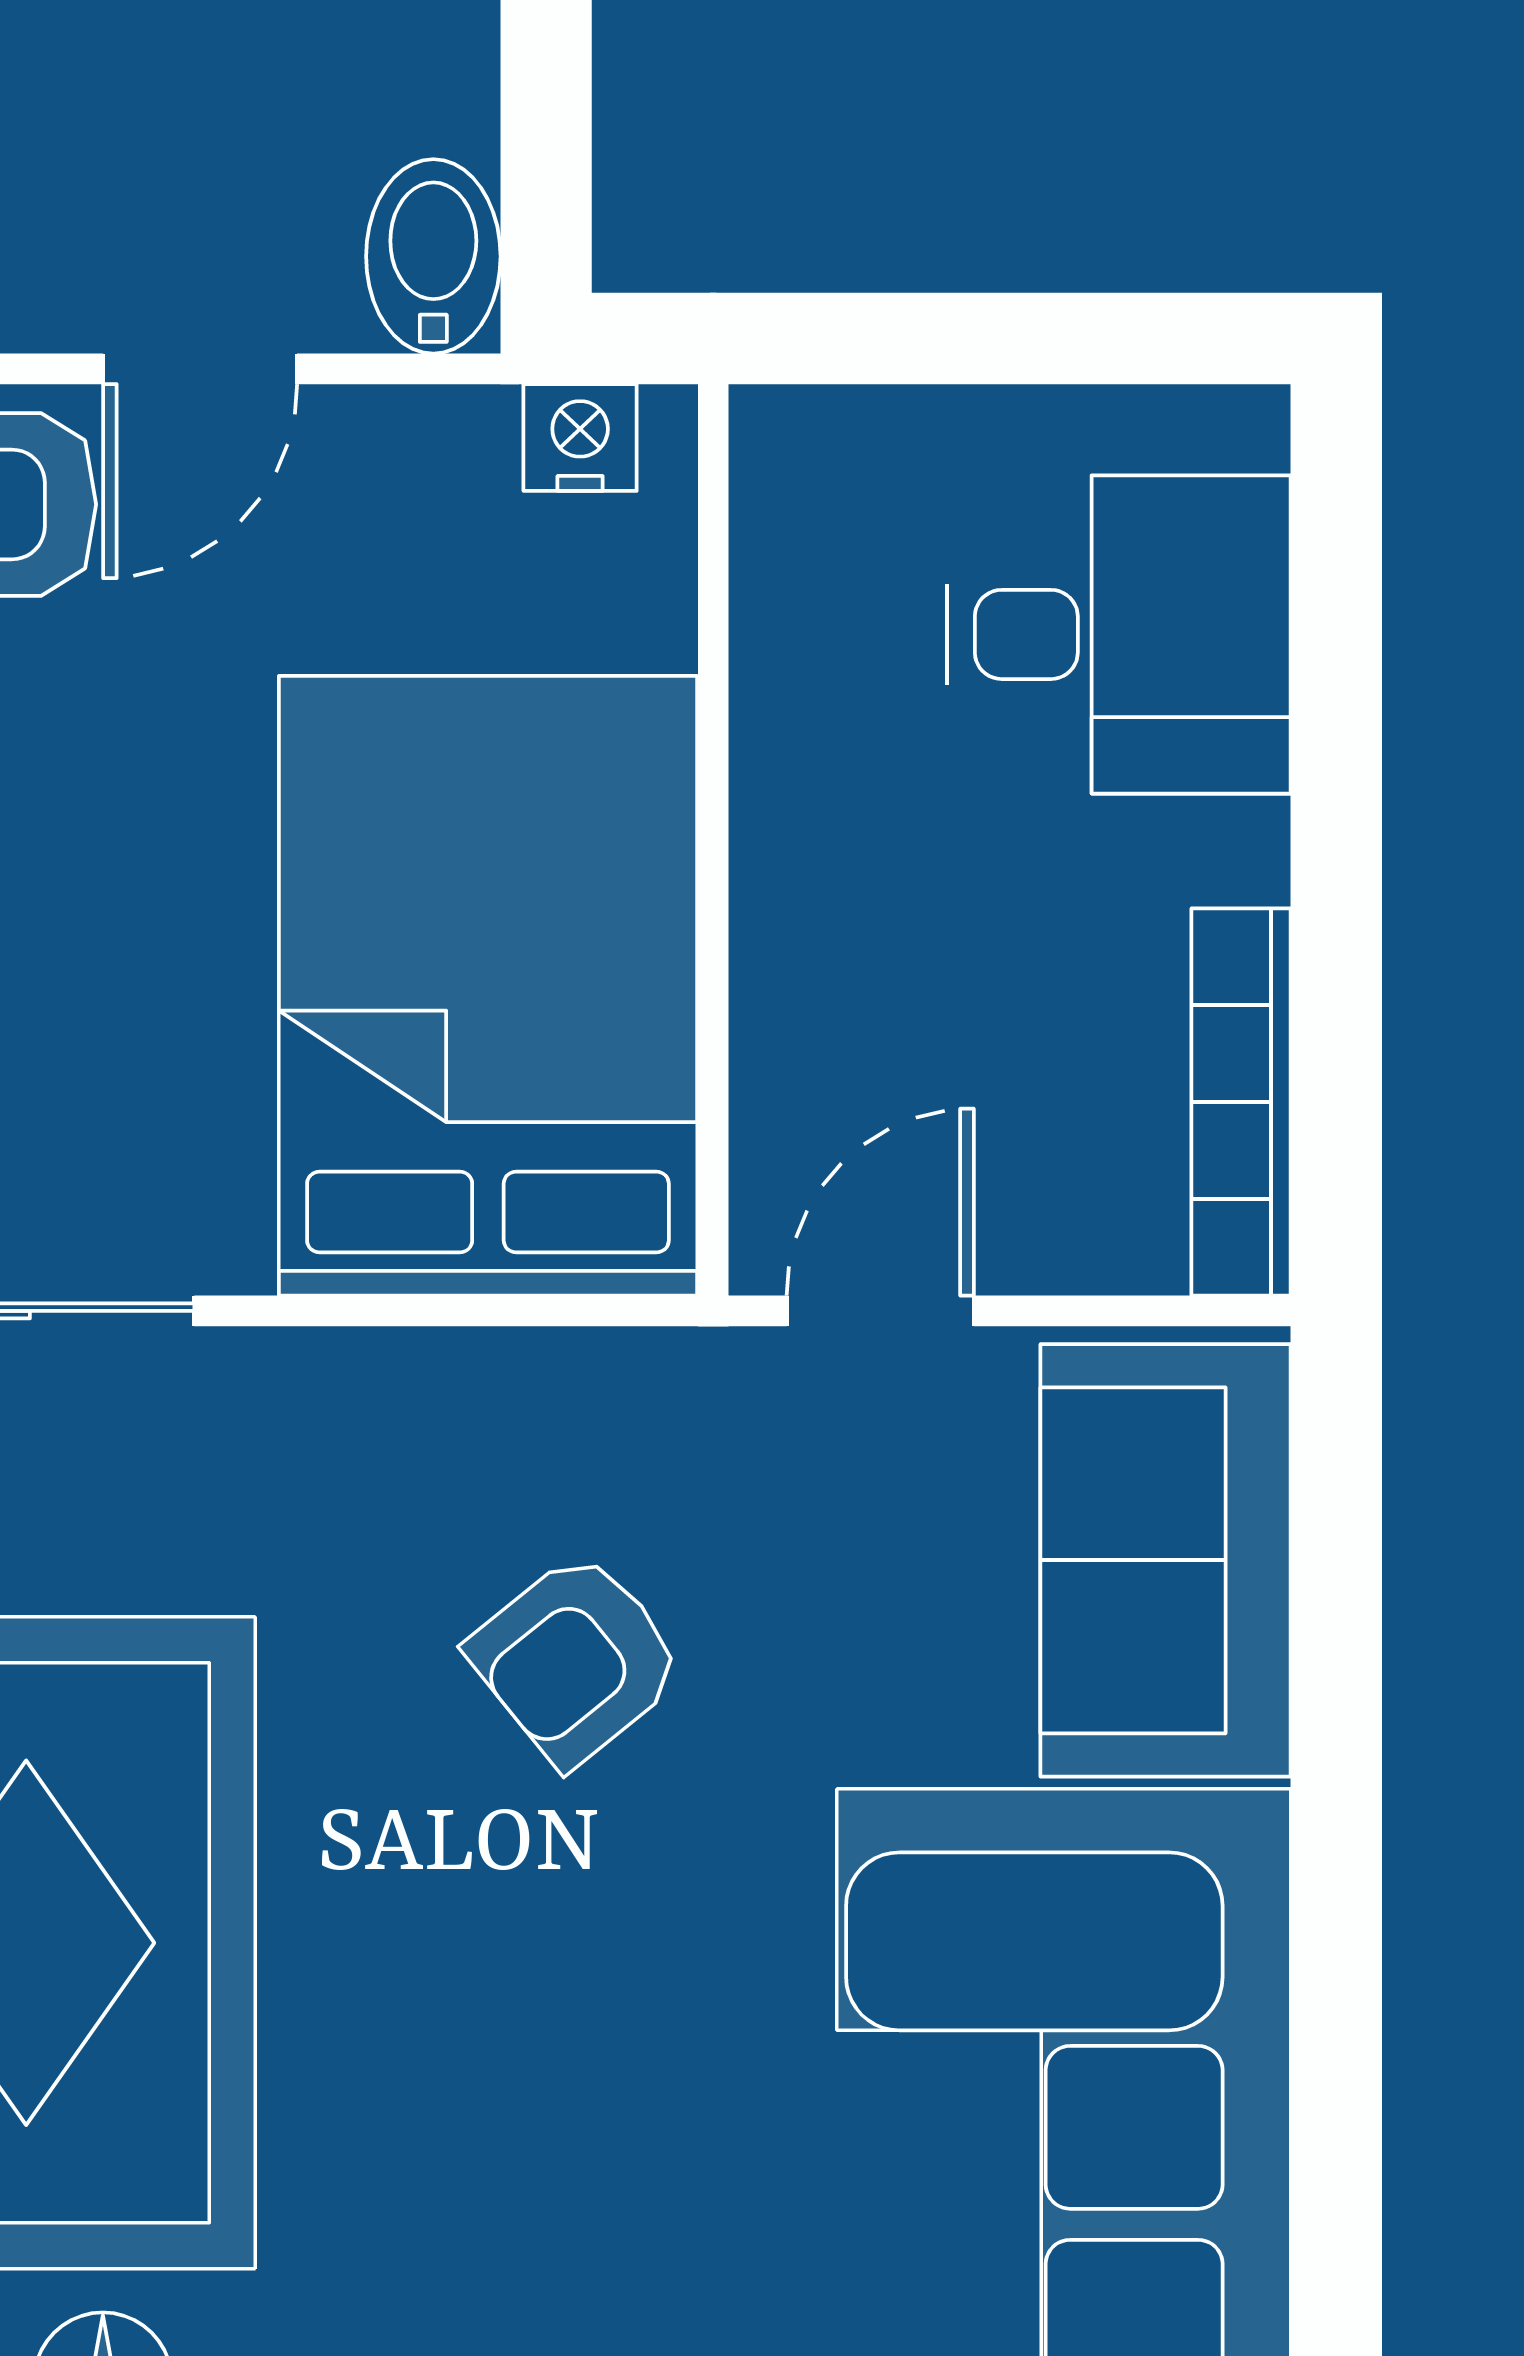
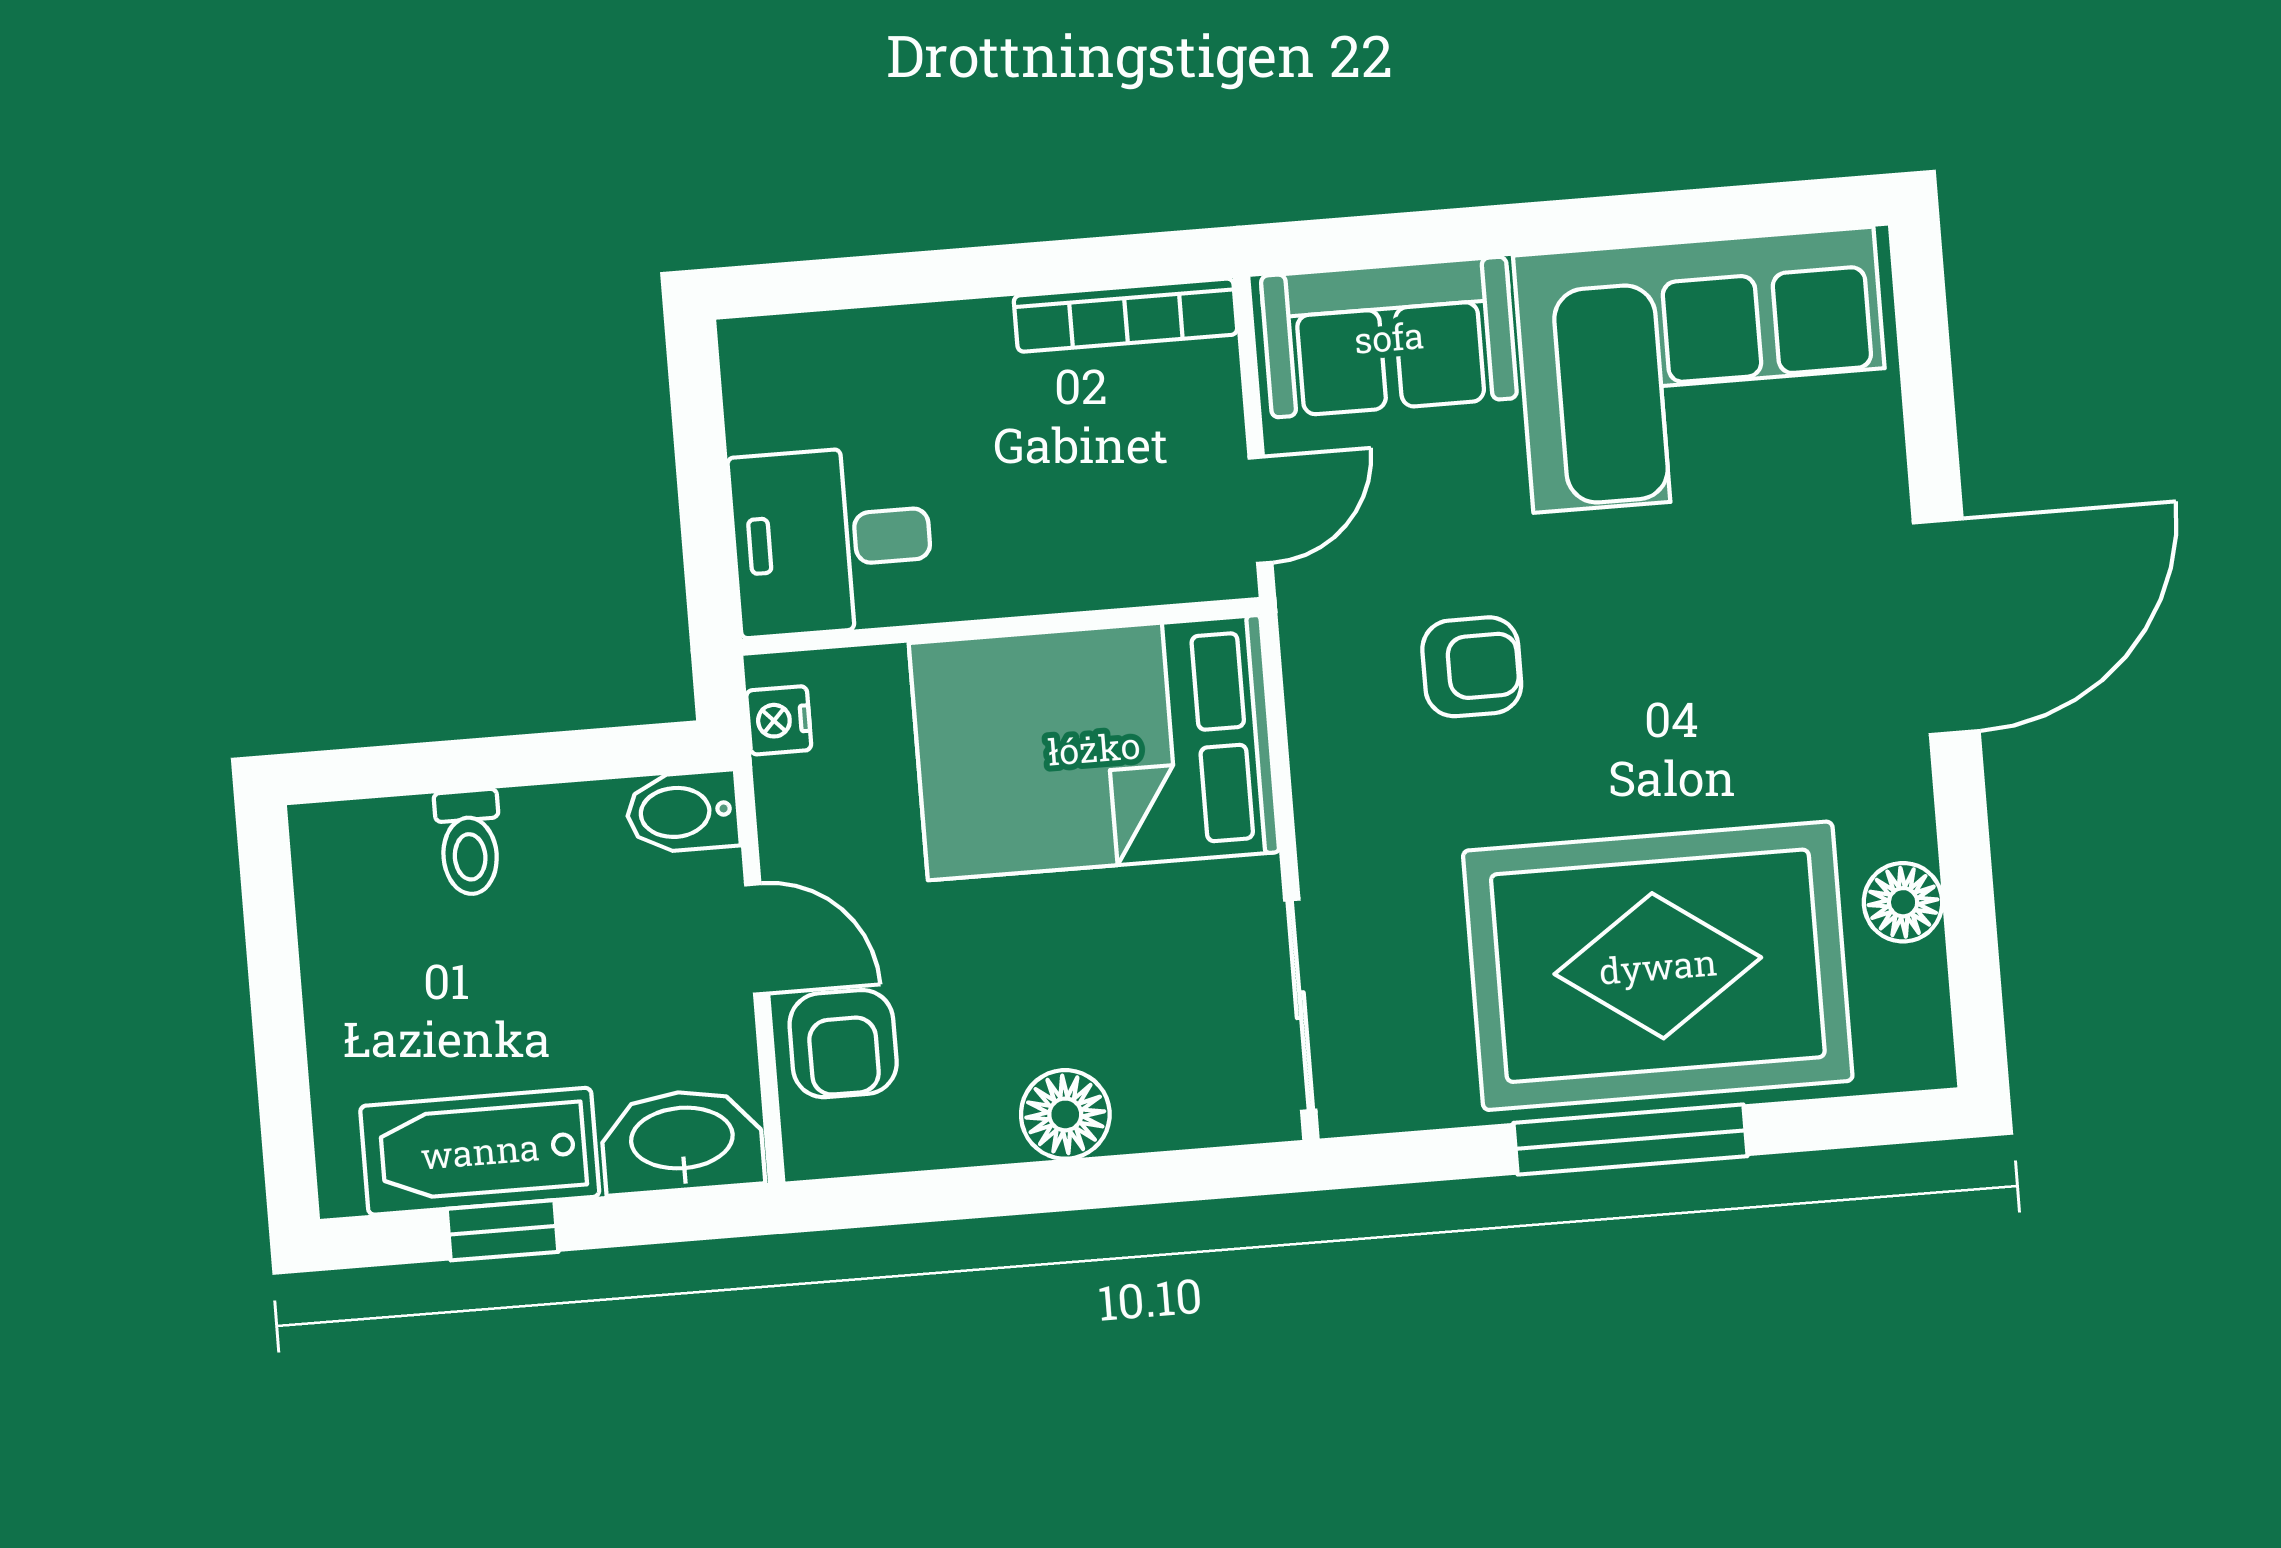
desk: (1119, 634) -> (832, 541), moved, turned -90
door: (880, 1311) -> (1260, 510), swing flipped
armchair: (576, 1659) -> (1472, 667), turned -51

